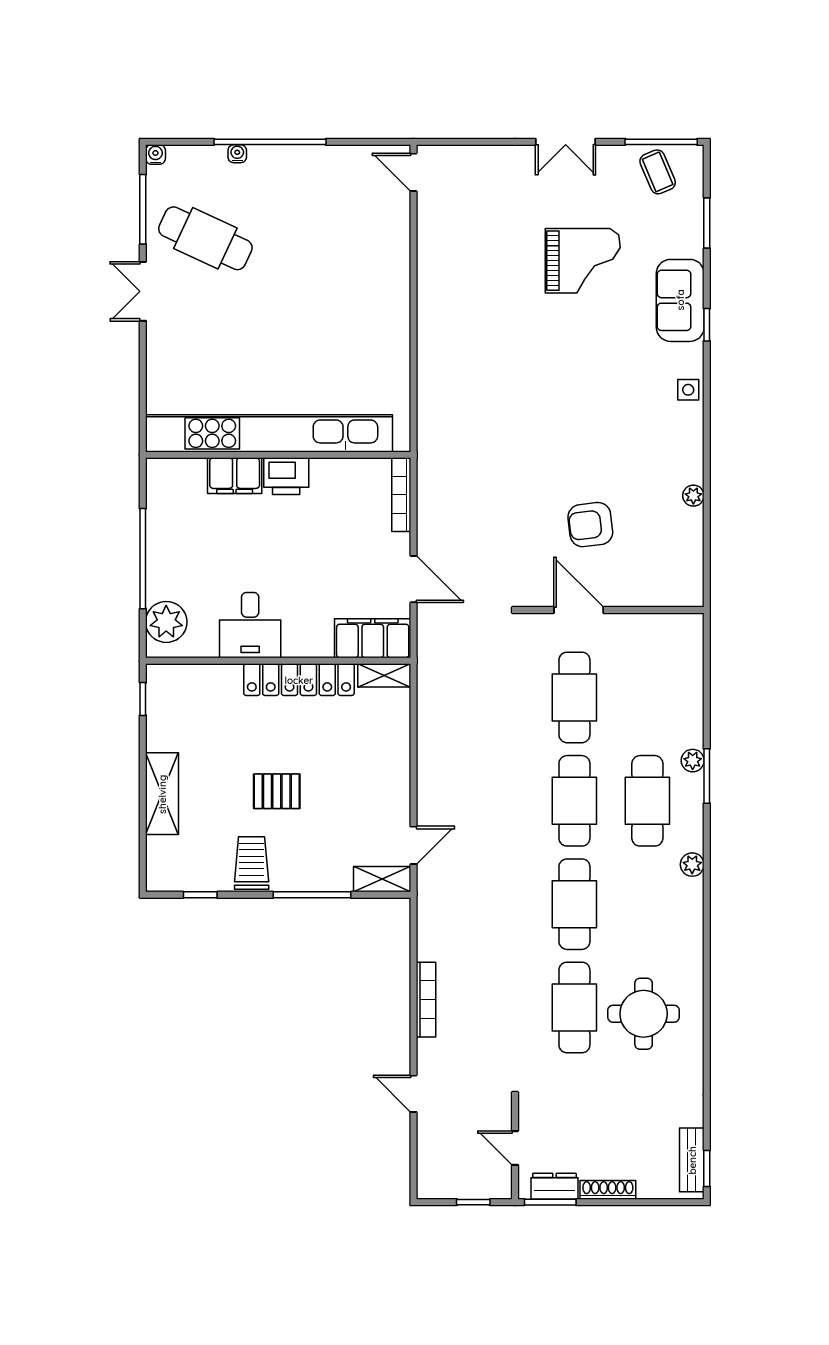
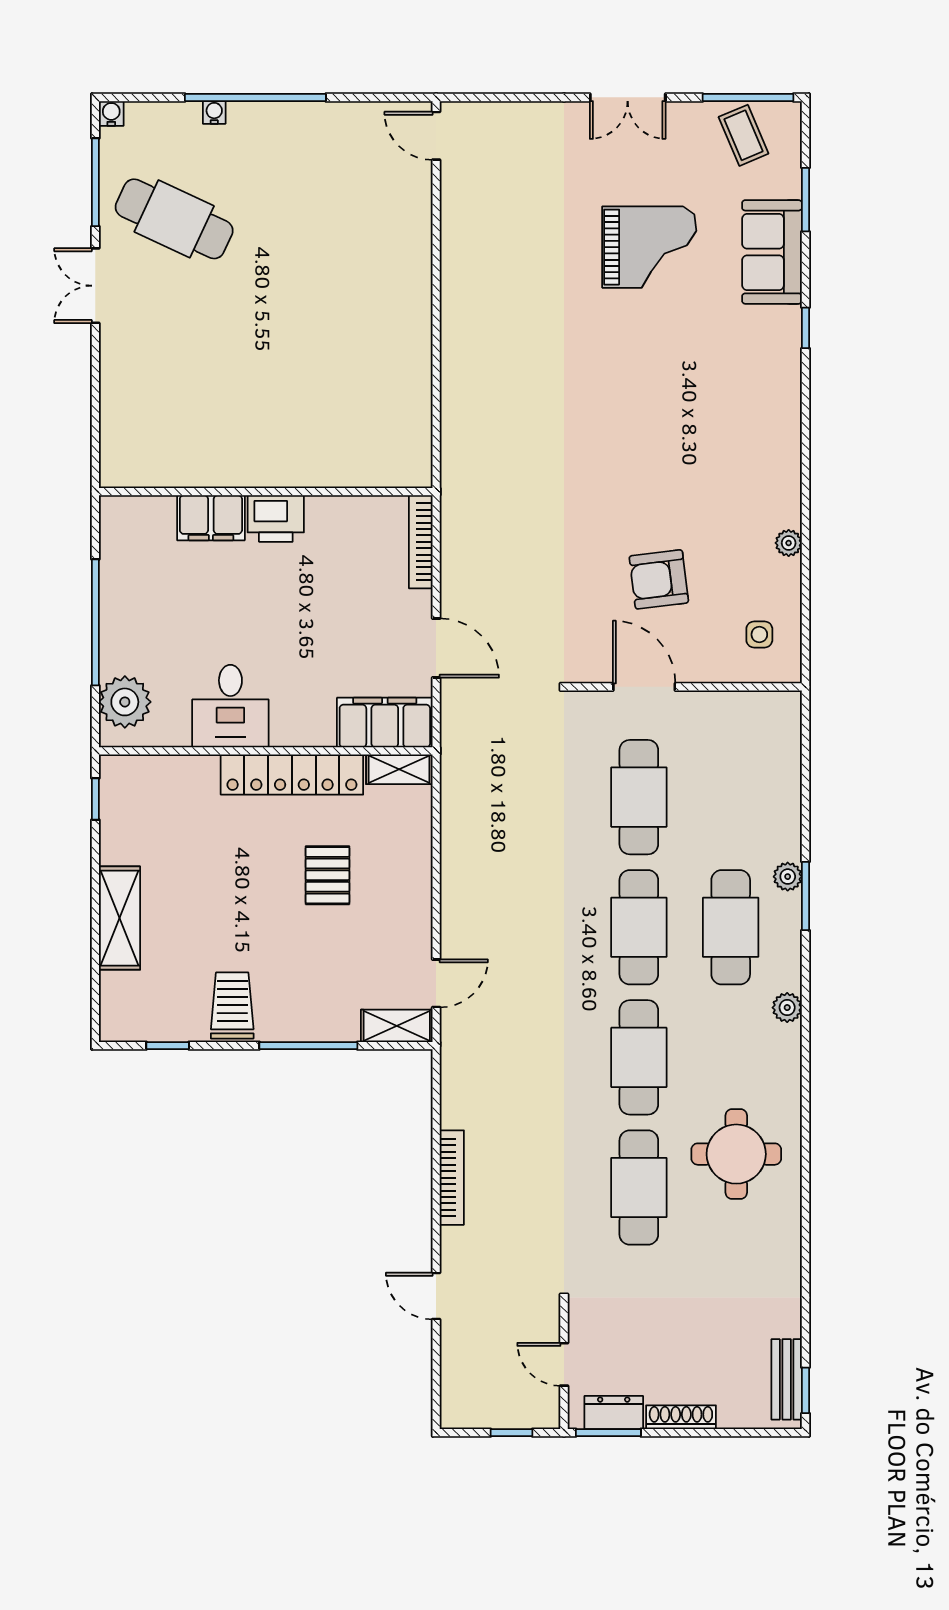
sofa: (680, 300) -> (772, 252), moved
side table: (688, 390) -> (759, 634), moved
kitchen unit: (269, 433) -> (254, 465), removed
pallet: (277, 791) -> (328, 875), moved, turned 90
round table: (644, 1014) -> (736, 1154), moved

